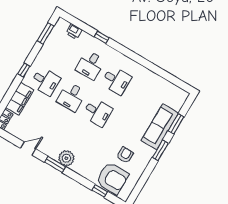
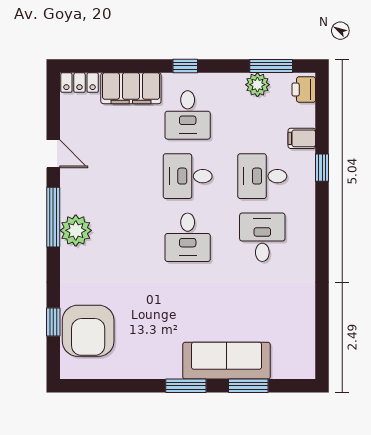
printer: (74, 31) -> (304, 90), moved
filing cabinet: (84, 39) -> (302, 138), added
plant: (50, 44) -> (257, 85), added
desk: (116, 80) -> (262, 237), turned 180
armchair: (125, 155) -> (141, 329), removed
window: (55, 164) -> (53, 217), width x1.44

